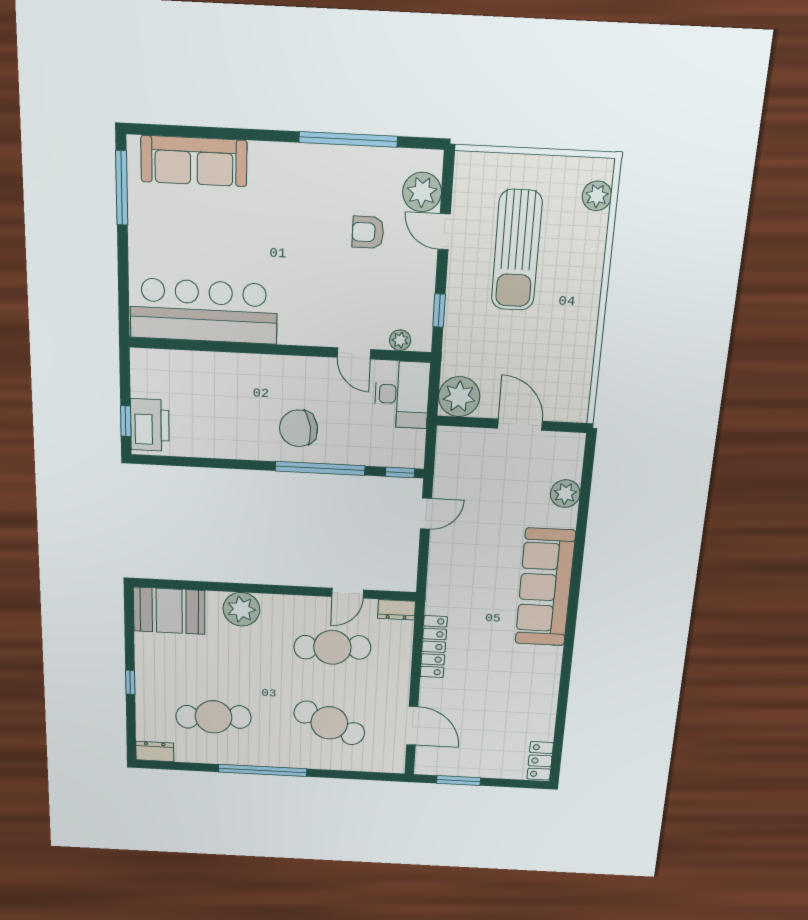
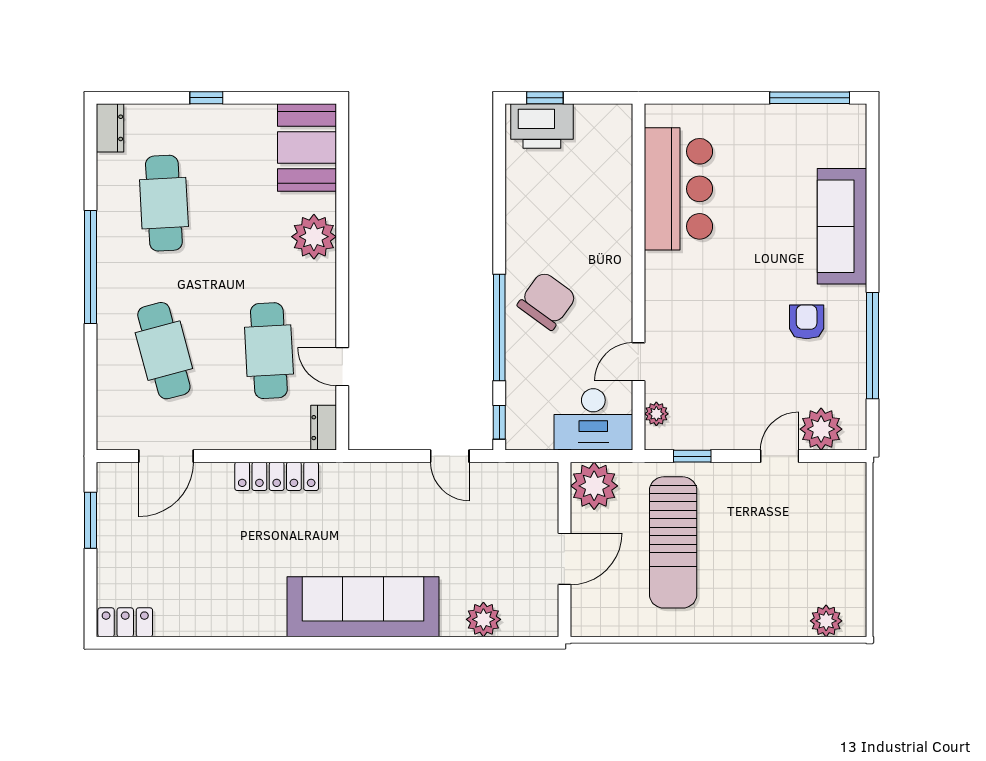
sofa: (194, 161) -> (842, 226), moved
armchair: (368, 232) -> (807, 322), moved
sun lounger: (517, 250) -> (673, 542), moved, turned -90
bar counter: (204, 311) -> (678, 189), width x0.73
chair: (299, 428) -> (547, 301), turned 45
cafe table: (329, 723) -> (164, 351), turned -39

